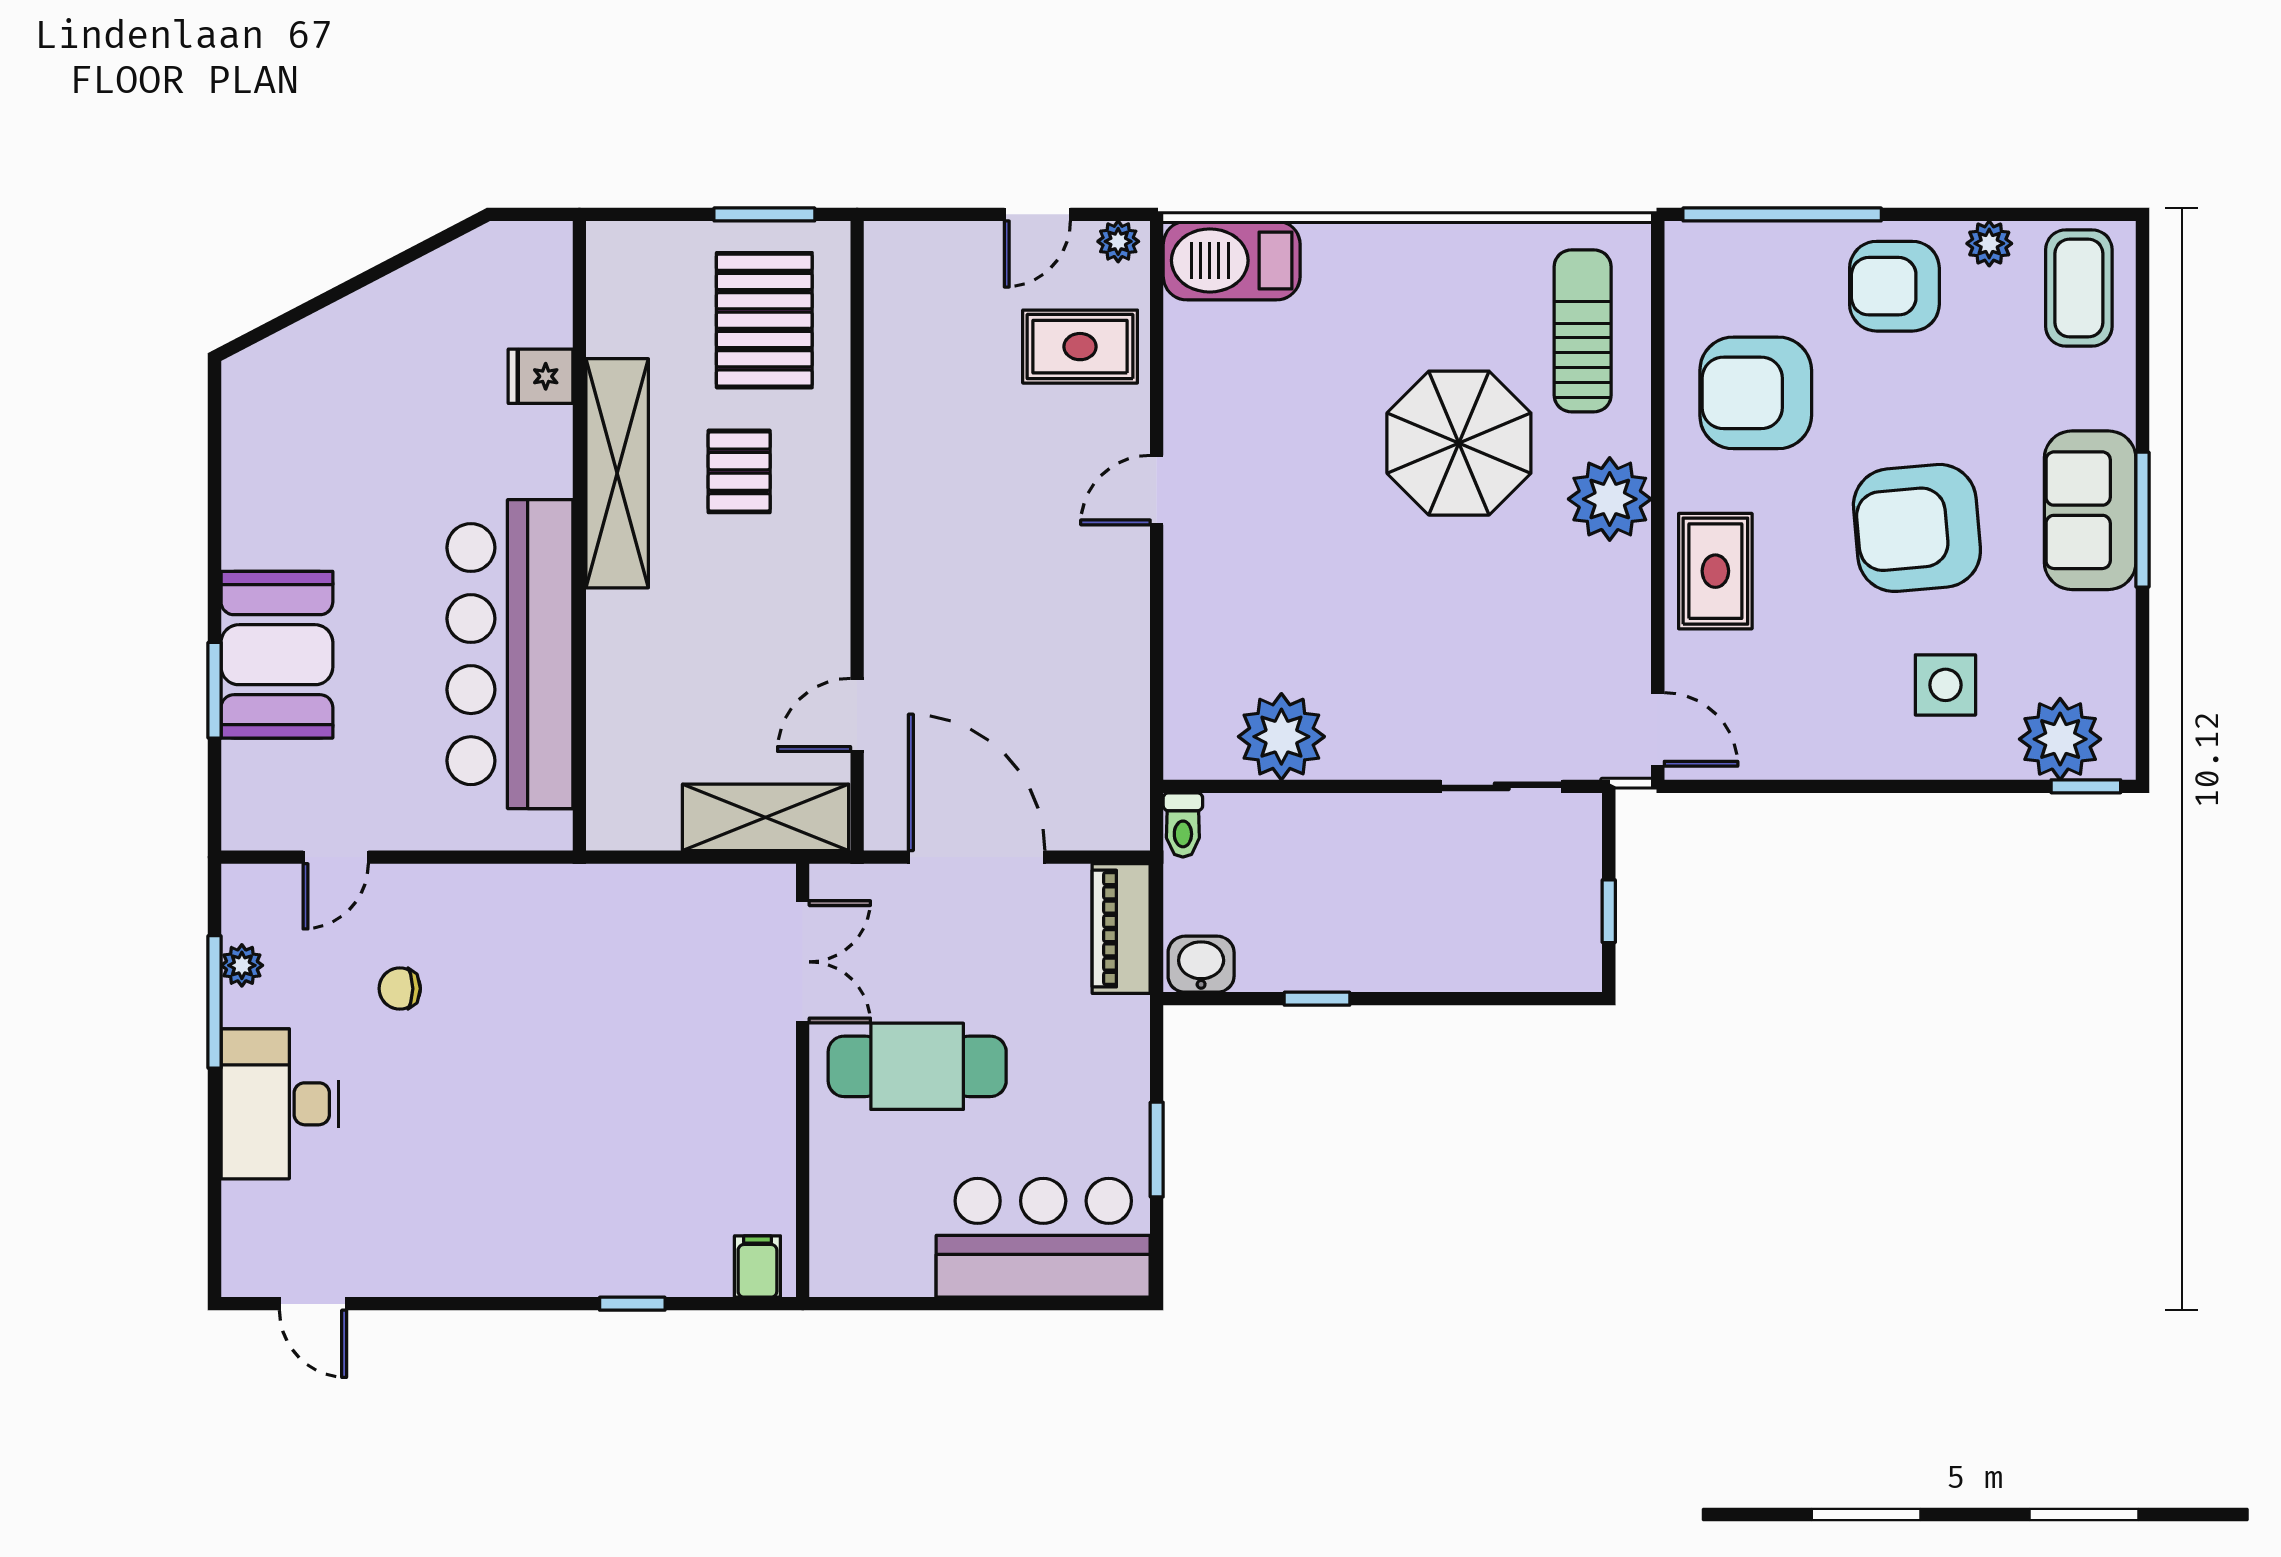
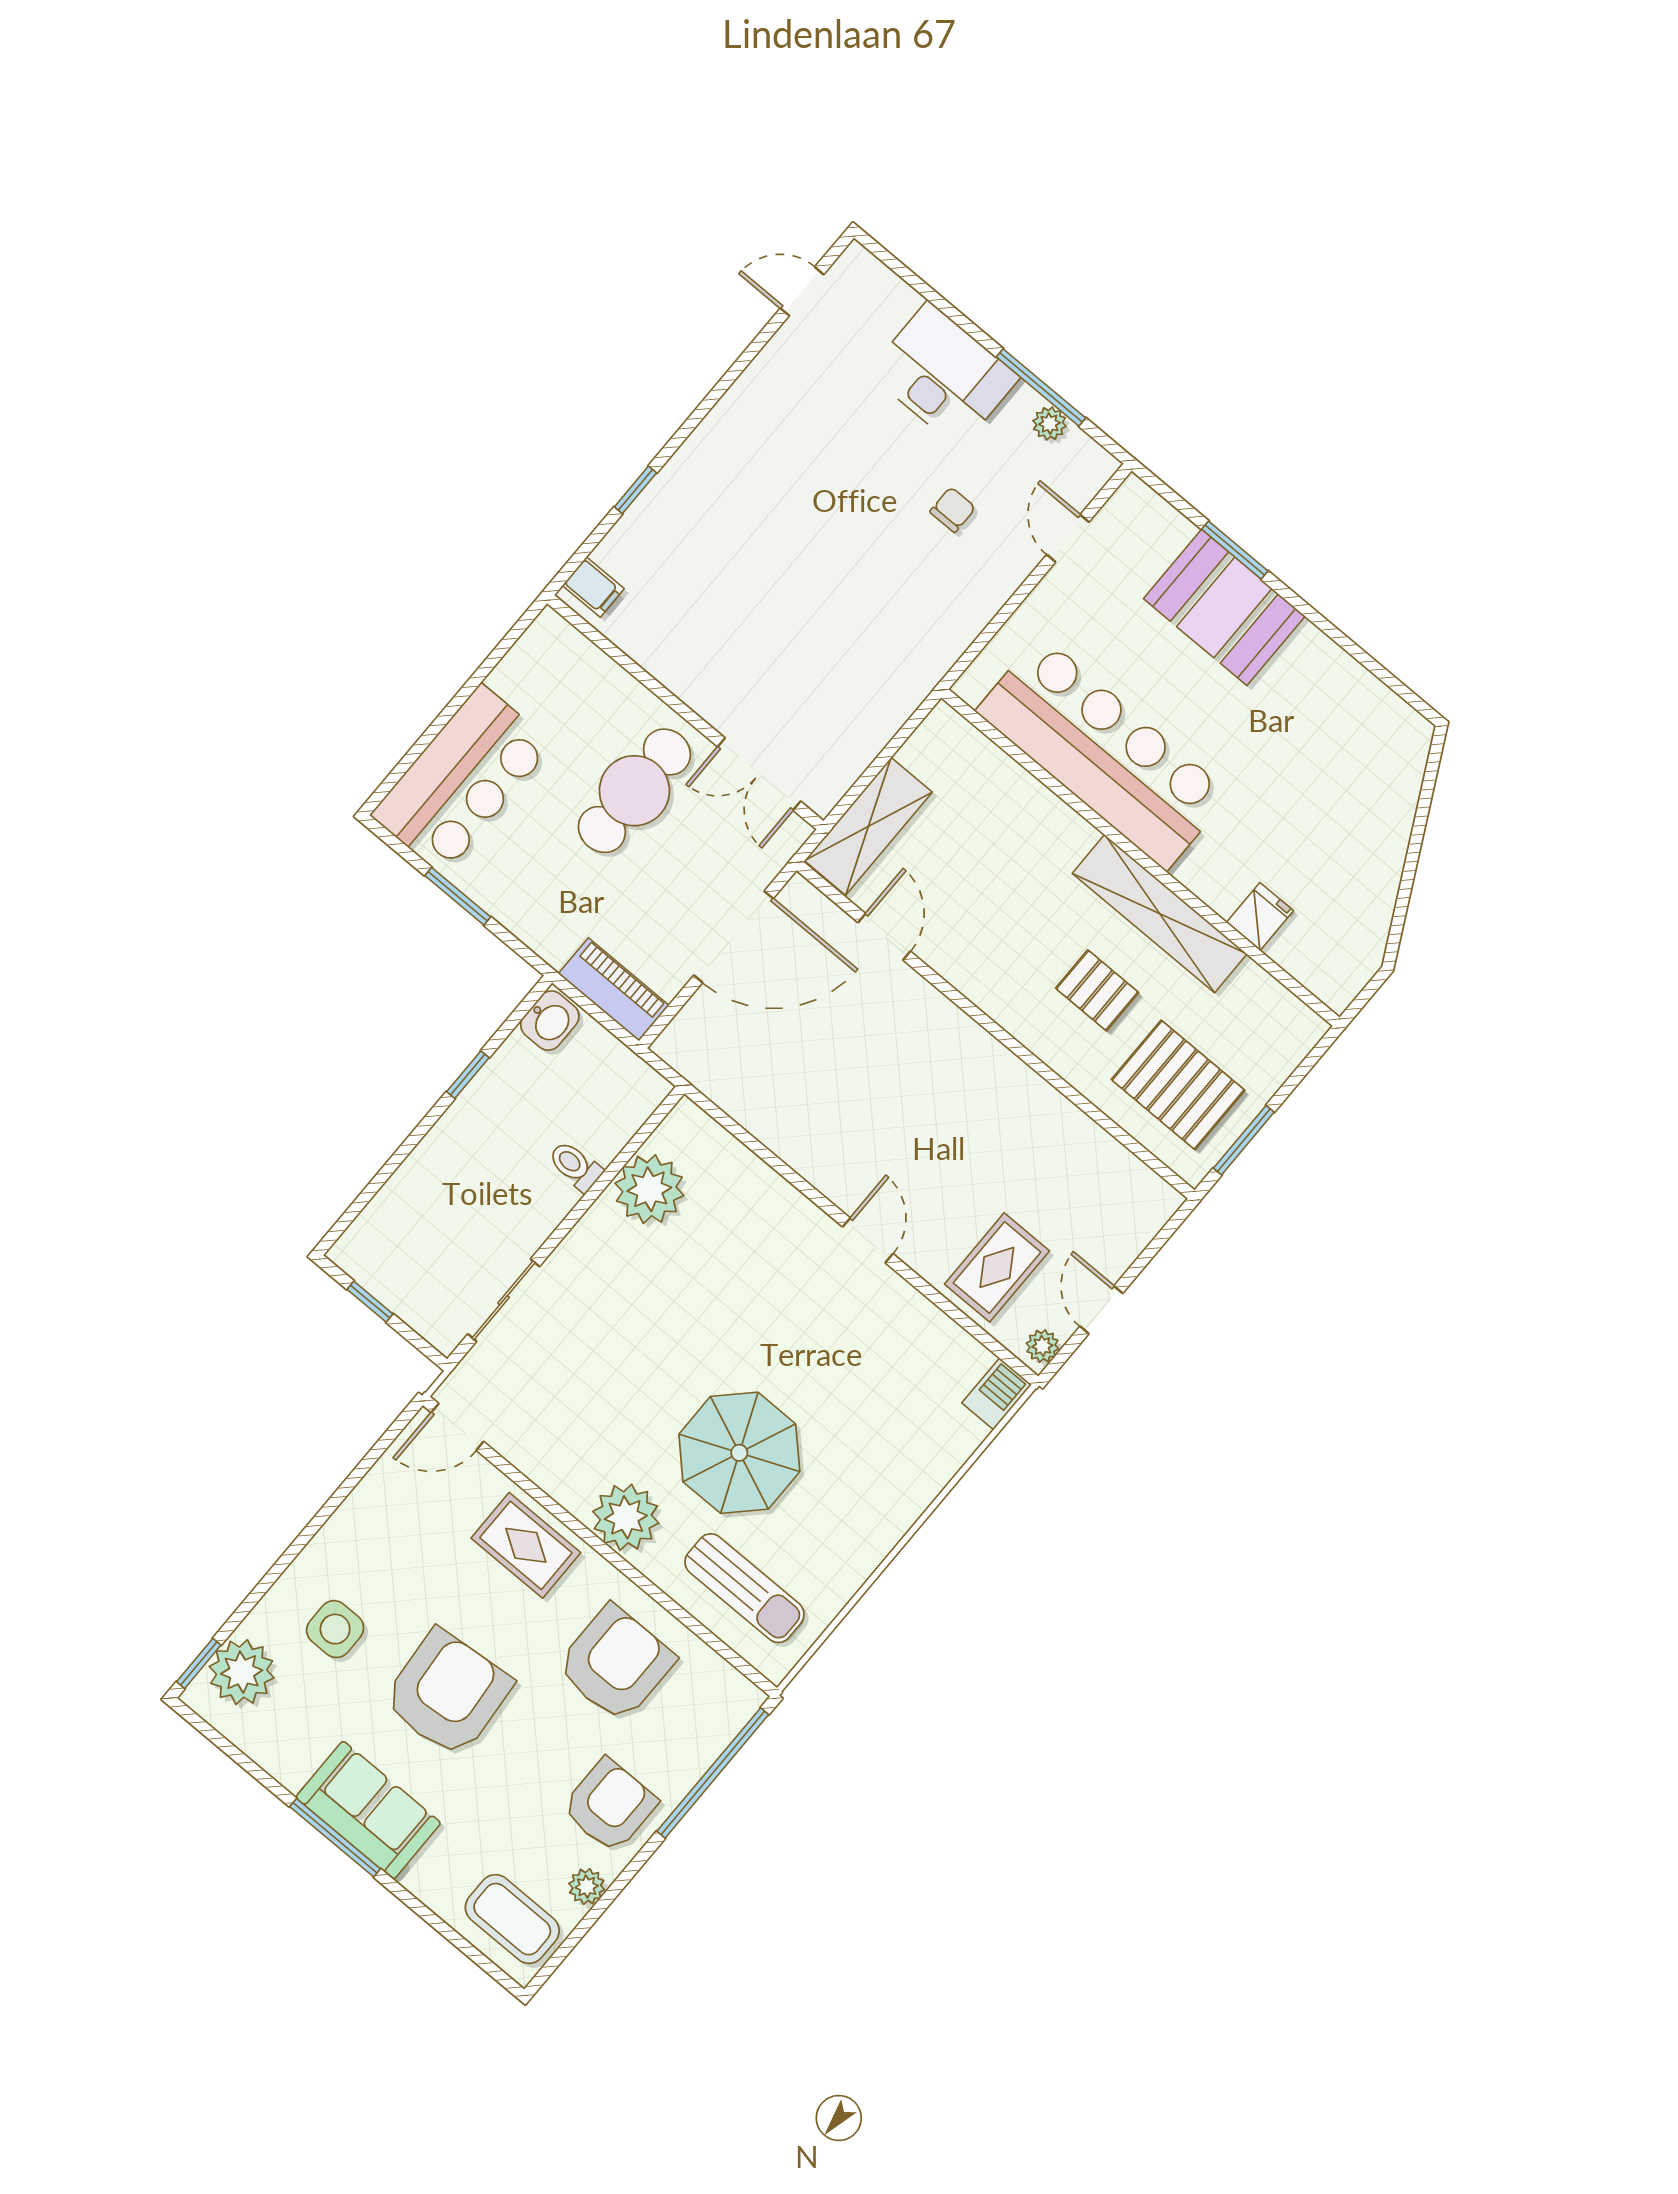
barbecue: (1232, 260) -> (997, 1394), width x0.53, depth x0.65
toilet: (1183, 825) -> (575, 1166), moved

